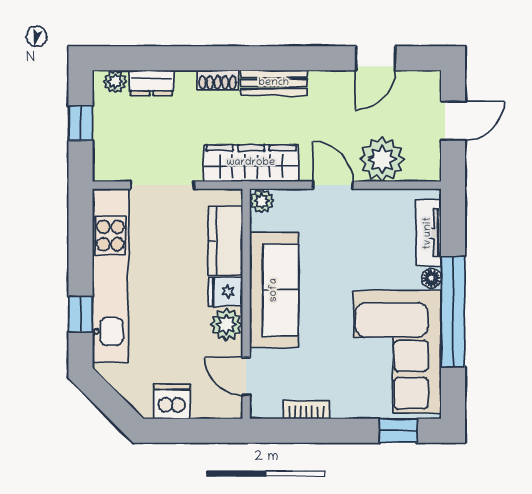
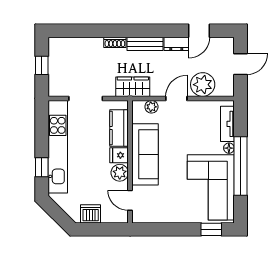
plant: (115, 82) -> (60, 43), removed
dresser: (152, 83) -> (176, 44), moved
wardrobe: (251, 163) -> (133, 87), width x0.67
door: (333, 185) -> (176, 98), hinge flipped
plant: (262, 201) -> (151, 107), moved
bookcase: (306, 409) -> (162, 218), removed

